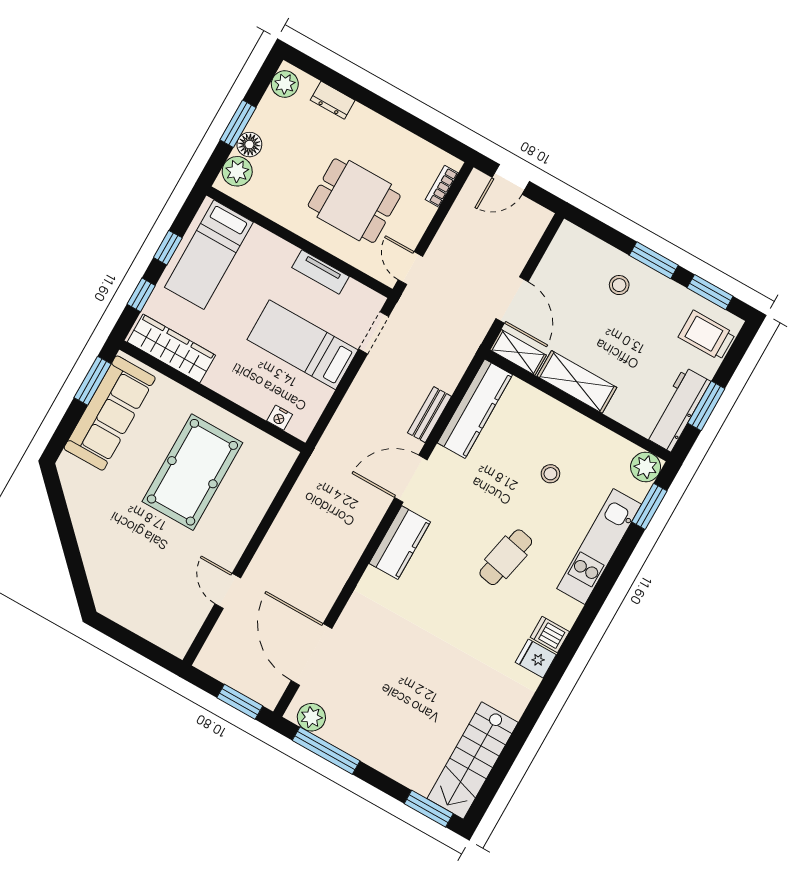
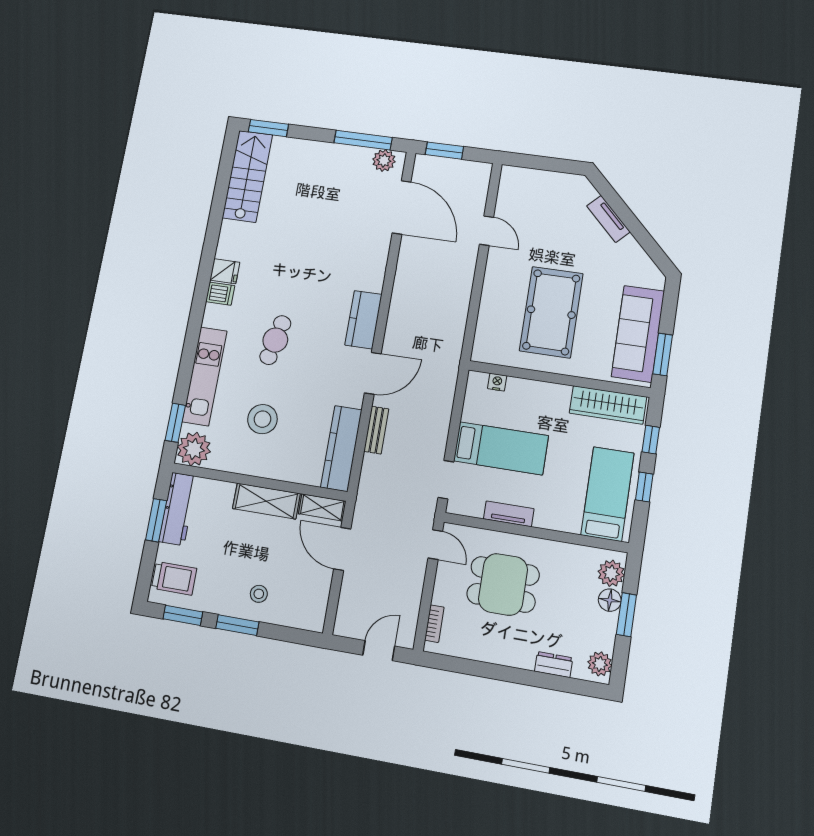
plant: (646, 467) -> (194, 449), width x1.36, depth x1.36
stool: (550, 474) -> (262, 419), width x1.89, depth x1.89
tv unit: (91, 552) -> (608, 219), added

